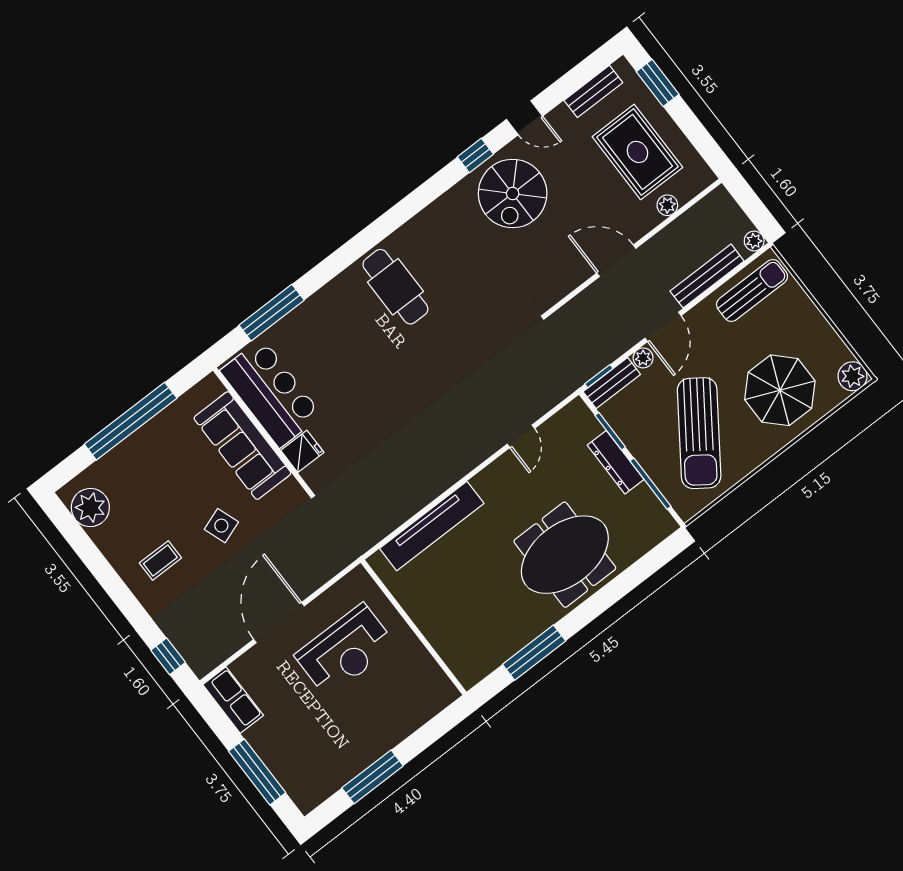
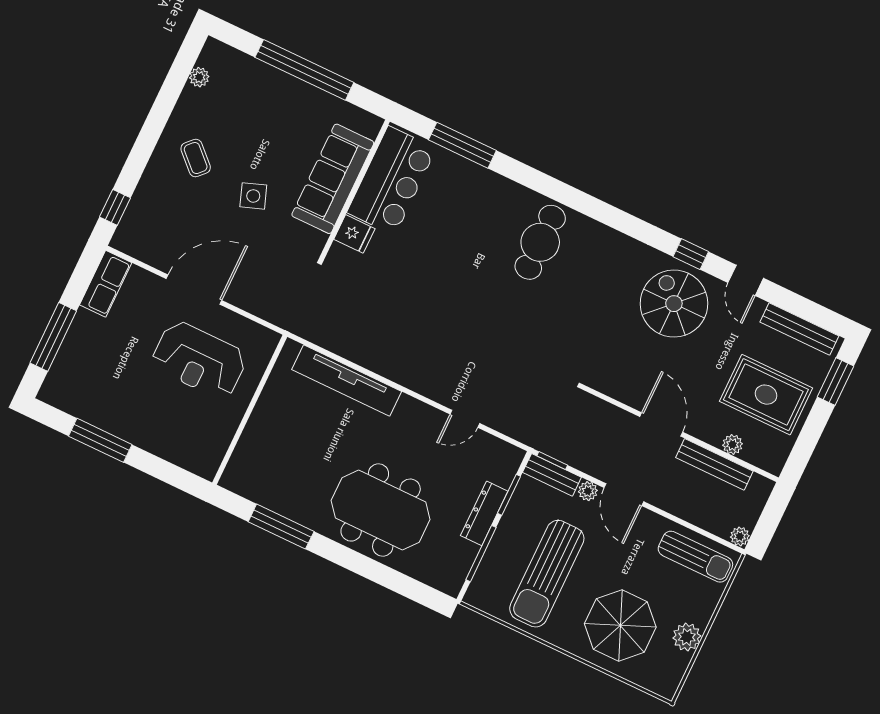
bench: (593, 91) -> (799, 329), width x1.36
rug: (637, 152) -> (766, 395), turned 90
spiral stairs: (513, 194) -> (674, 304), turned 90
bench: (707, 276) -> (714, 464), moved
door: (663, 327) -> (624, 495), hinge flipped
plant: (853, 376) -> (687, 637), moved
sun lounger: (699, 433) -> (547, 574), turned -35
plant: (90, 508) -> (199, 77), width x0.53, depth x0.53
coffee table: (160, 560) -> (196, 158), turned 44

